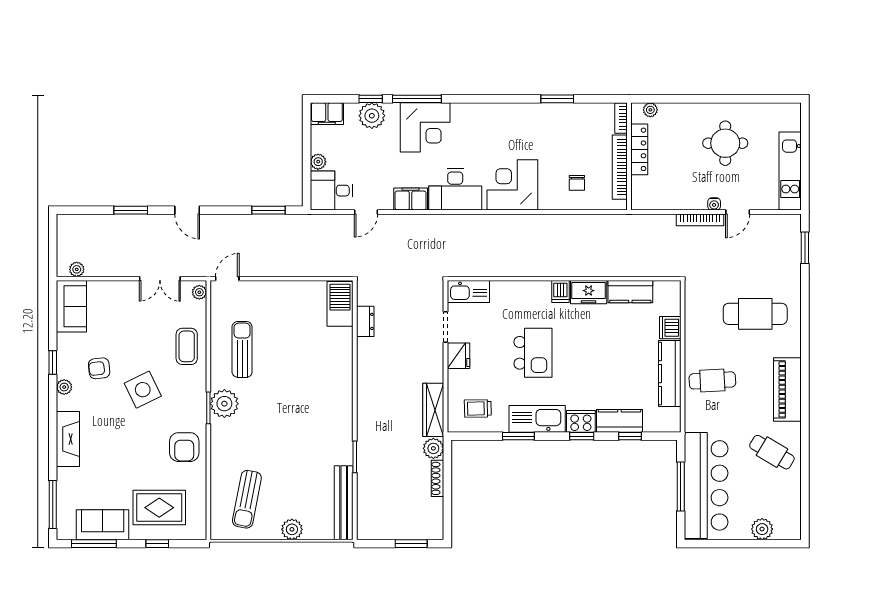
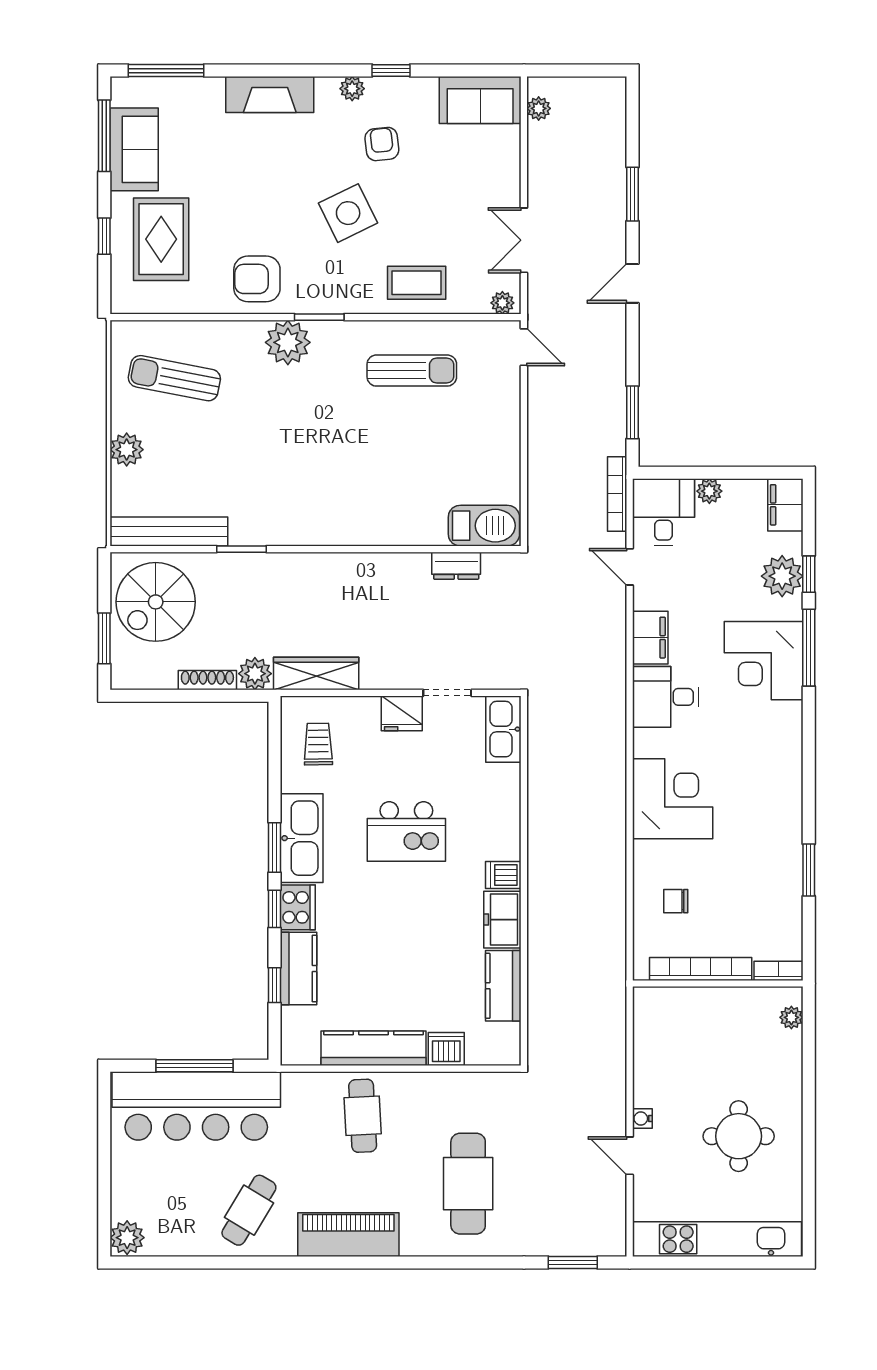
locker: (639, 149) -> (729, 1000), removed
kitchen unit: (790, 171) -> (717, 1239), width x1.36
desk: (455, 189) -> (665, 697), width x0.73
bookcase: (700, 220) -> (617, 494), moved
plant: (224, 404) -> (288, 342), moved
window: (518, 436) -> (274, 847), moved
spiral stairs: (388, 511) -> (156, 602), added
plant: (762, 529) -> (127, 1238), moved

